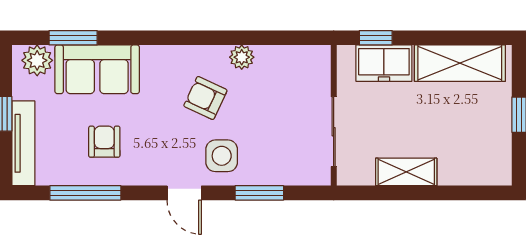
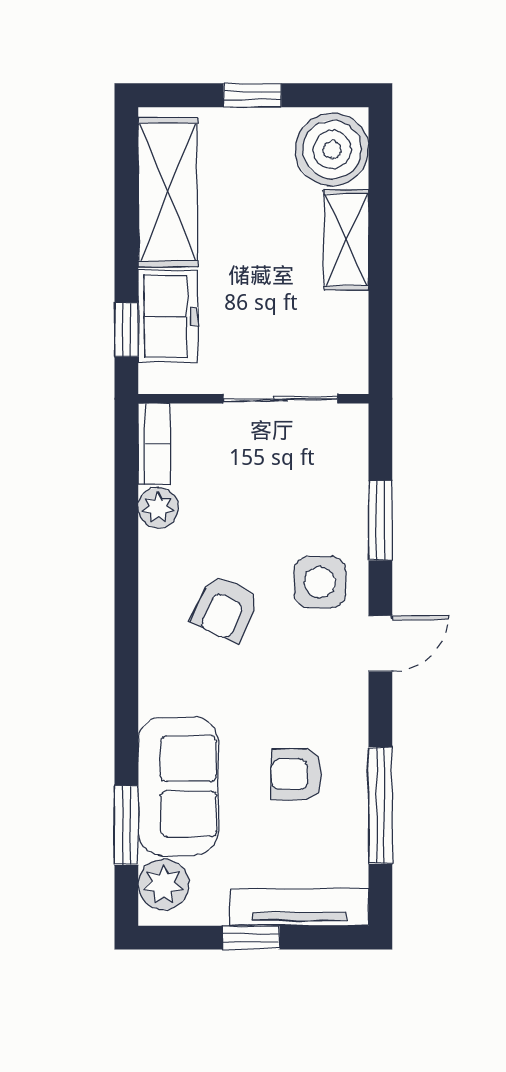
bookcase: (306, 55) -> (154, 444), added
plant: (242, 57) -> (158, 508), moved
boiler: (486, 163) -> (332, 149), added
shelving: (406, 172) -> (346, 240), moved

